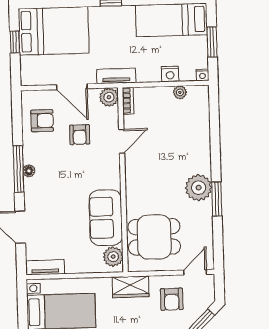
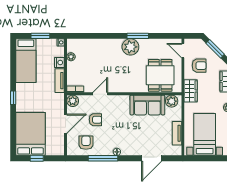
tv unit: (116, 76) -> (60, 81), moved
door: (122, 141) -> (100, 94), hinge flipped
window: (18, 169) -> (103, 158), moved
tv unit: (45, 267) -> (177, 133), moved

